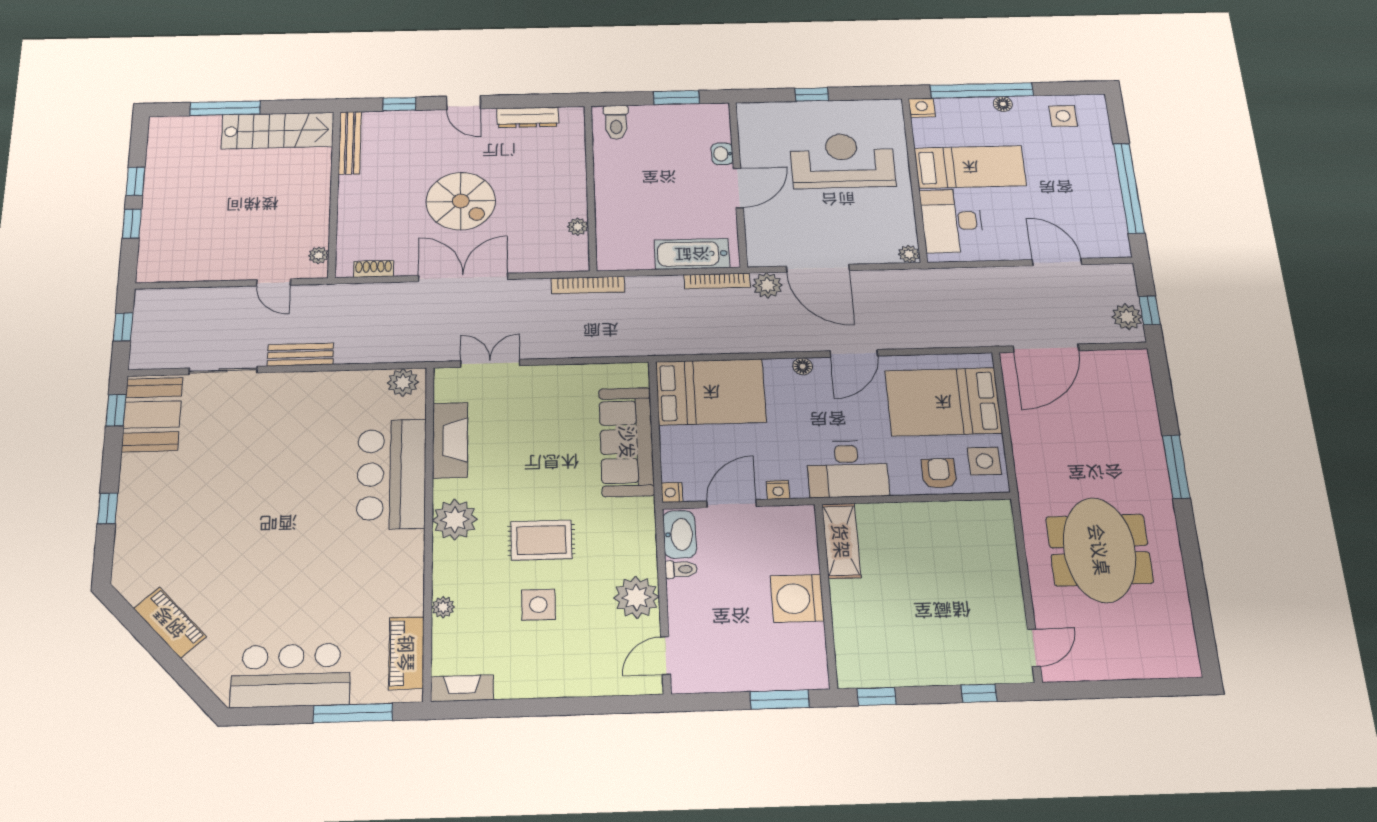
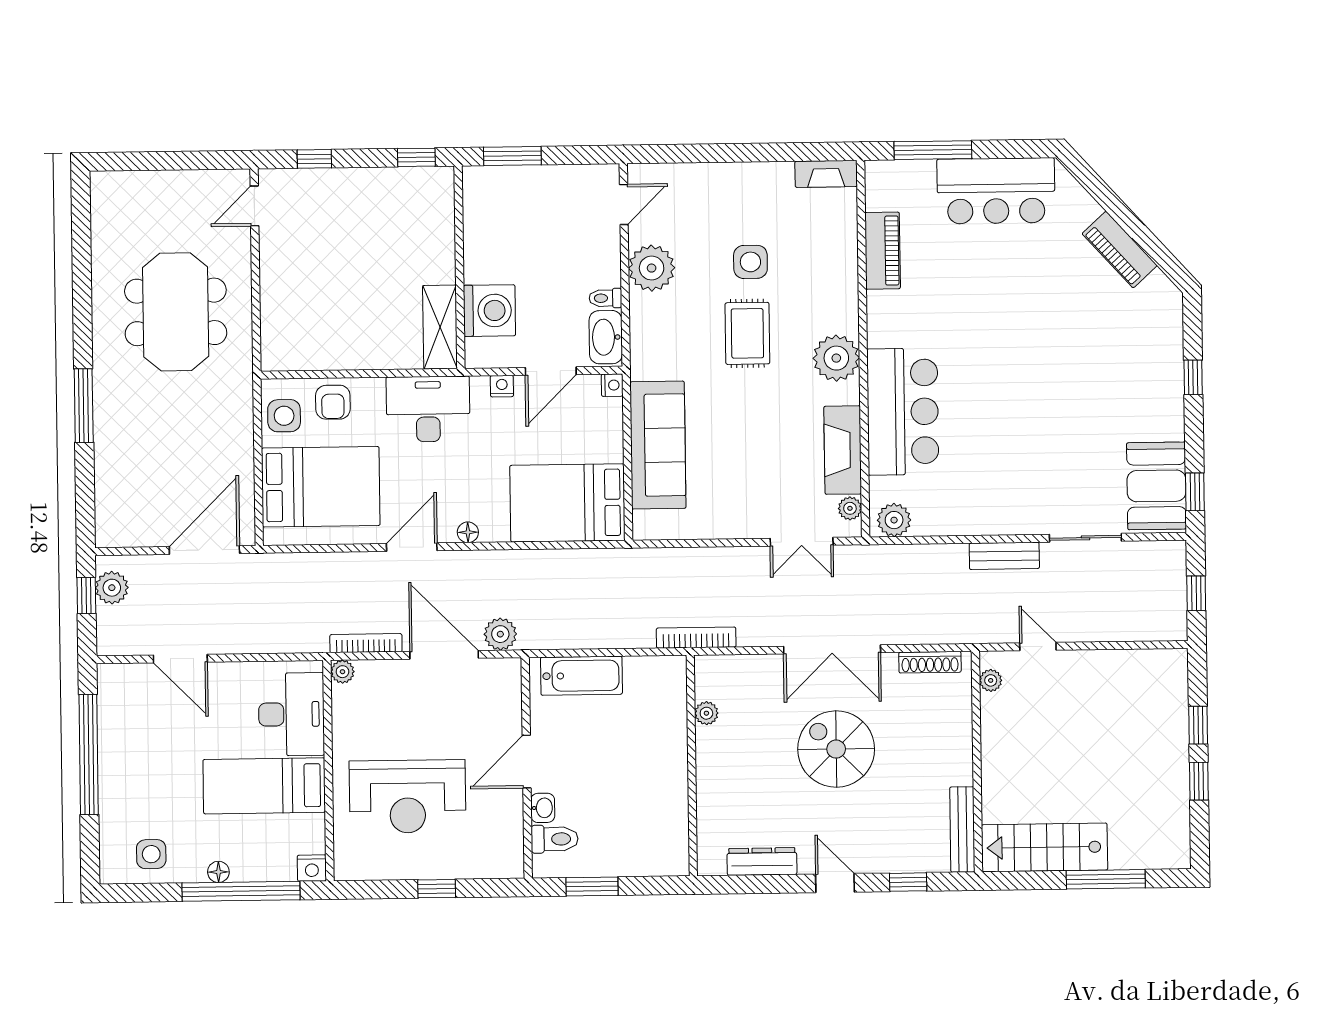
toilet: (616, 122) -> (555, 839), moved, turned 90
shoe rack: (374, 269) -> (930, 662), width x1.43
bookcase: (717, 281) -> (366, 643), moved
rug: (541, 540) -> (747, 333), turned 90
washing machine: (797, 598) -> (489, 311), moved
plant: (443, 607) -> (850, 508), moved
piano: (406, 653) -> (883, 251), moved

